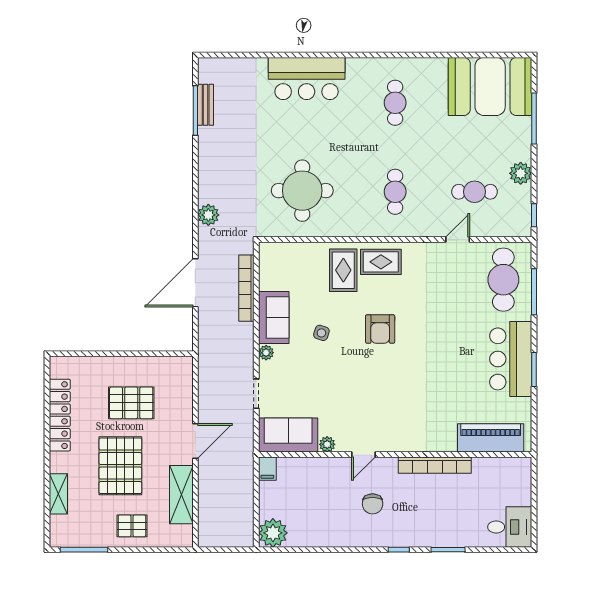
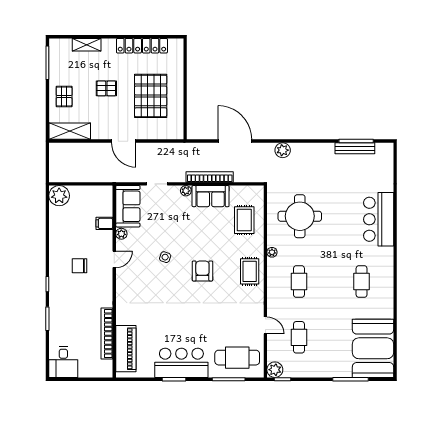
cafe table: (395, 103) -> (362, 282), turned 90
bench: (206, 105) -> (355, 148), width x1.36
plant: (521, 173) -> (275, 370), moved
cafe table: (395, 192) -> (299, 282), turned 90
plant: (354, 230) -> (272, 252), added
rug: (343, 270) -> (244, 220), moved, turned 90
bookcase: (246, 288) -> (210, 177), moved
armchair: (380, 329) -> (202, 271), turned 90
side table: (321, 333) -> (165, 257), moved
pallet: (131, 403) -> (151, 96), width x1.37, depth x1.41
door: (364, 455) -> (114, 259), swing flipped
bookcase: (435, 465) -> (107, 334), moved
pallet: (120, 466) -> (106, 88), width x0.49, depth x0.50
filing cabinet: (267, 469) -> (104, 223), moved
shelving: (181, 495) -> (70, 131), moved

